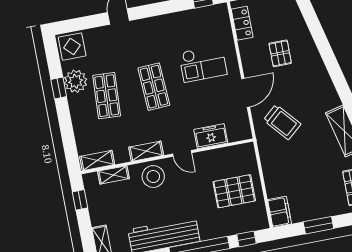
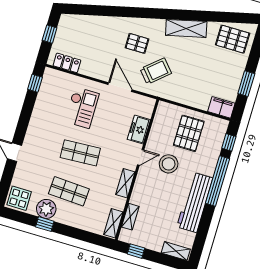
pallet: (280, 53) -> (137, 43), moved
stool: (153, 177) -> (169, 164), moved

